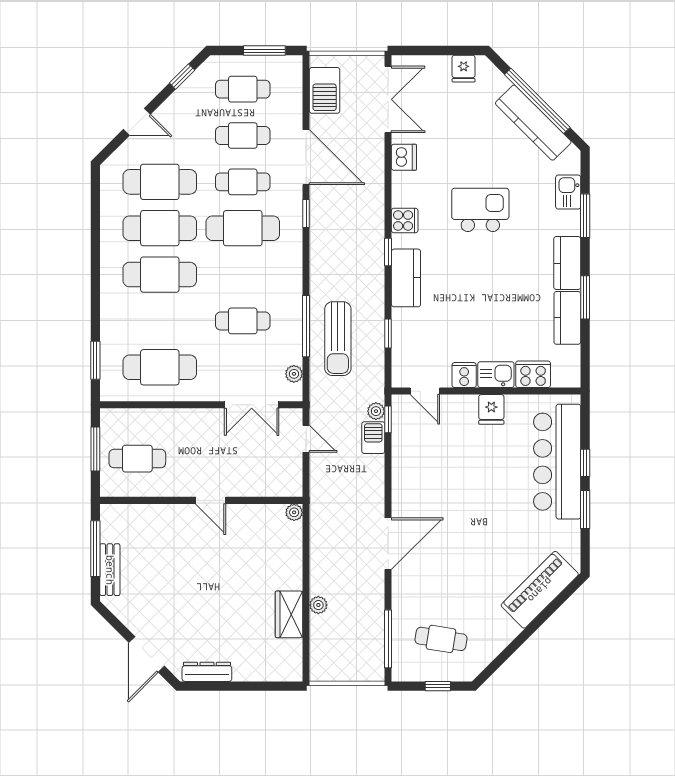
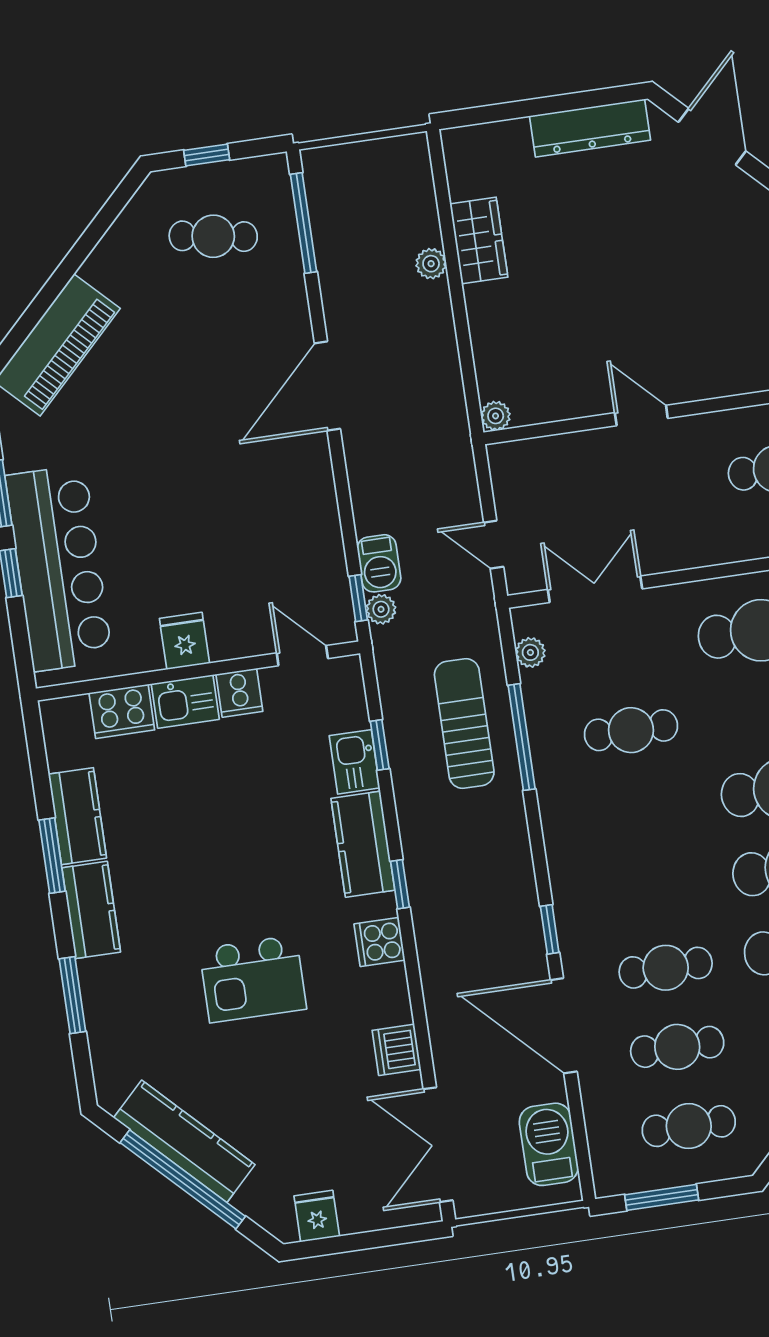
kitchen sink: (568, 192) -> (355, 762), moved, turned 180
cafe table: (243, 228) -> (654, 889), removed
dresser: (207, 672) -> (590, 128), width x1.37, depth x1.24

